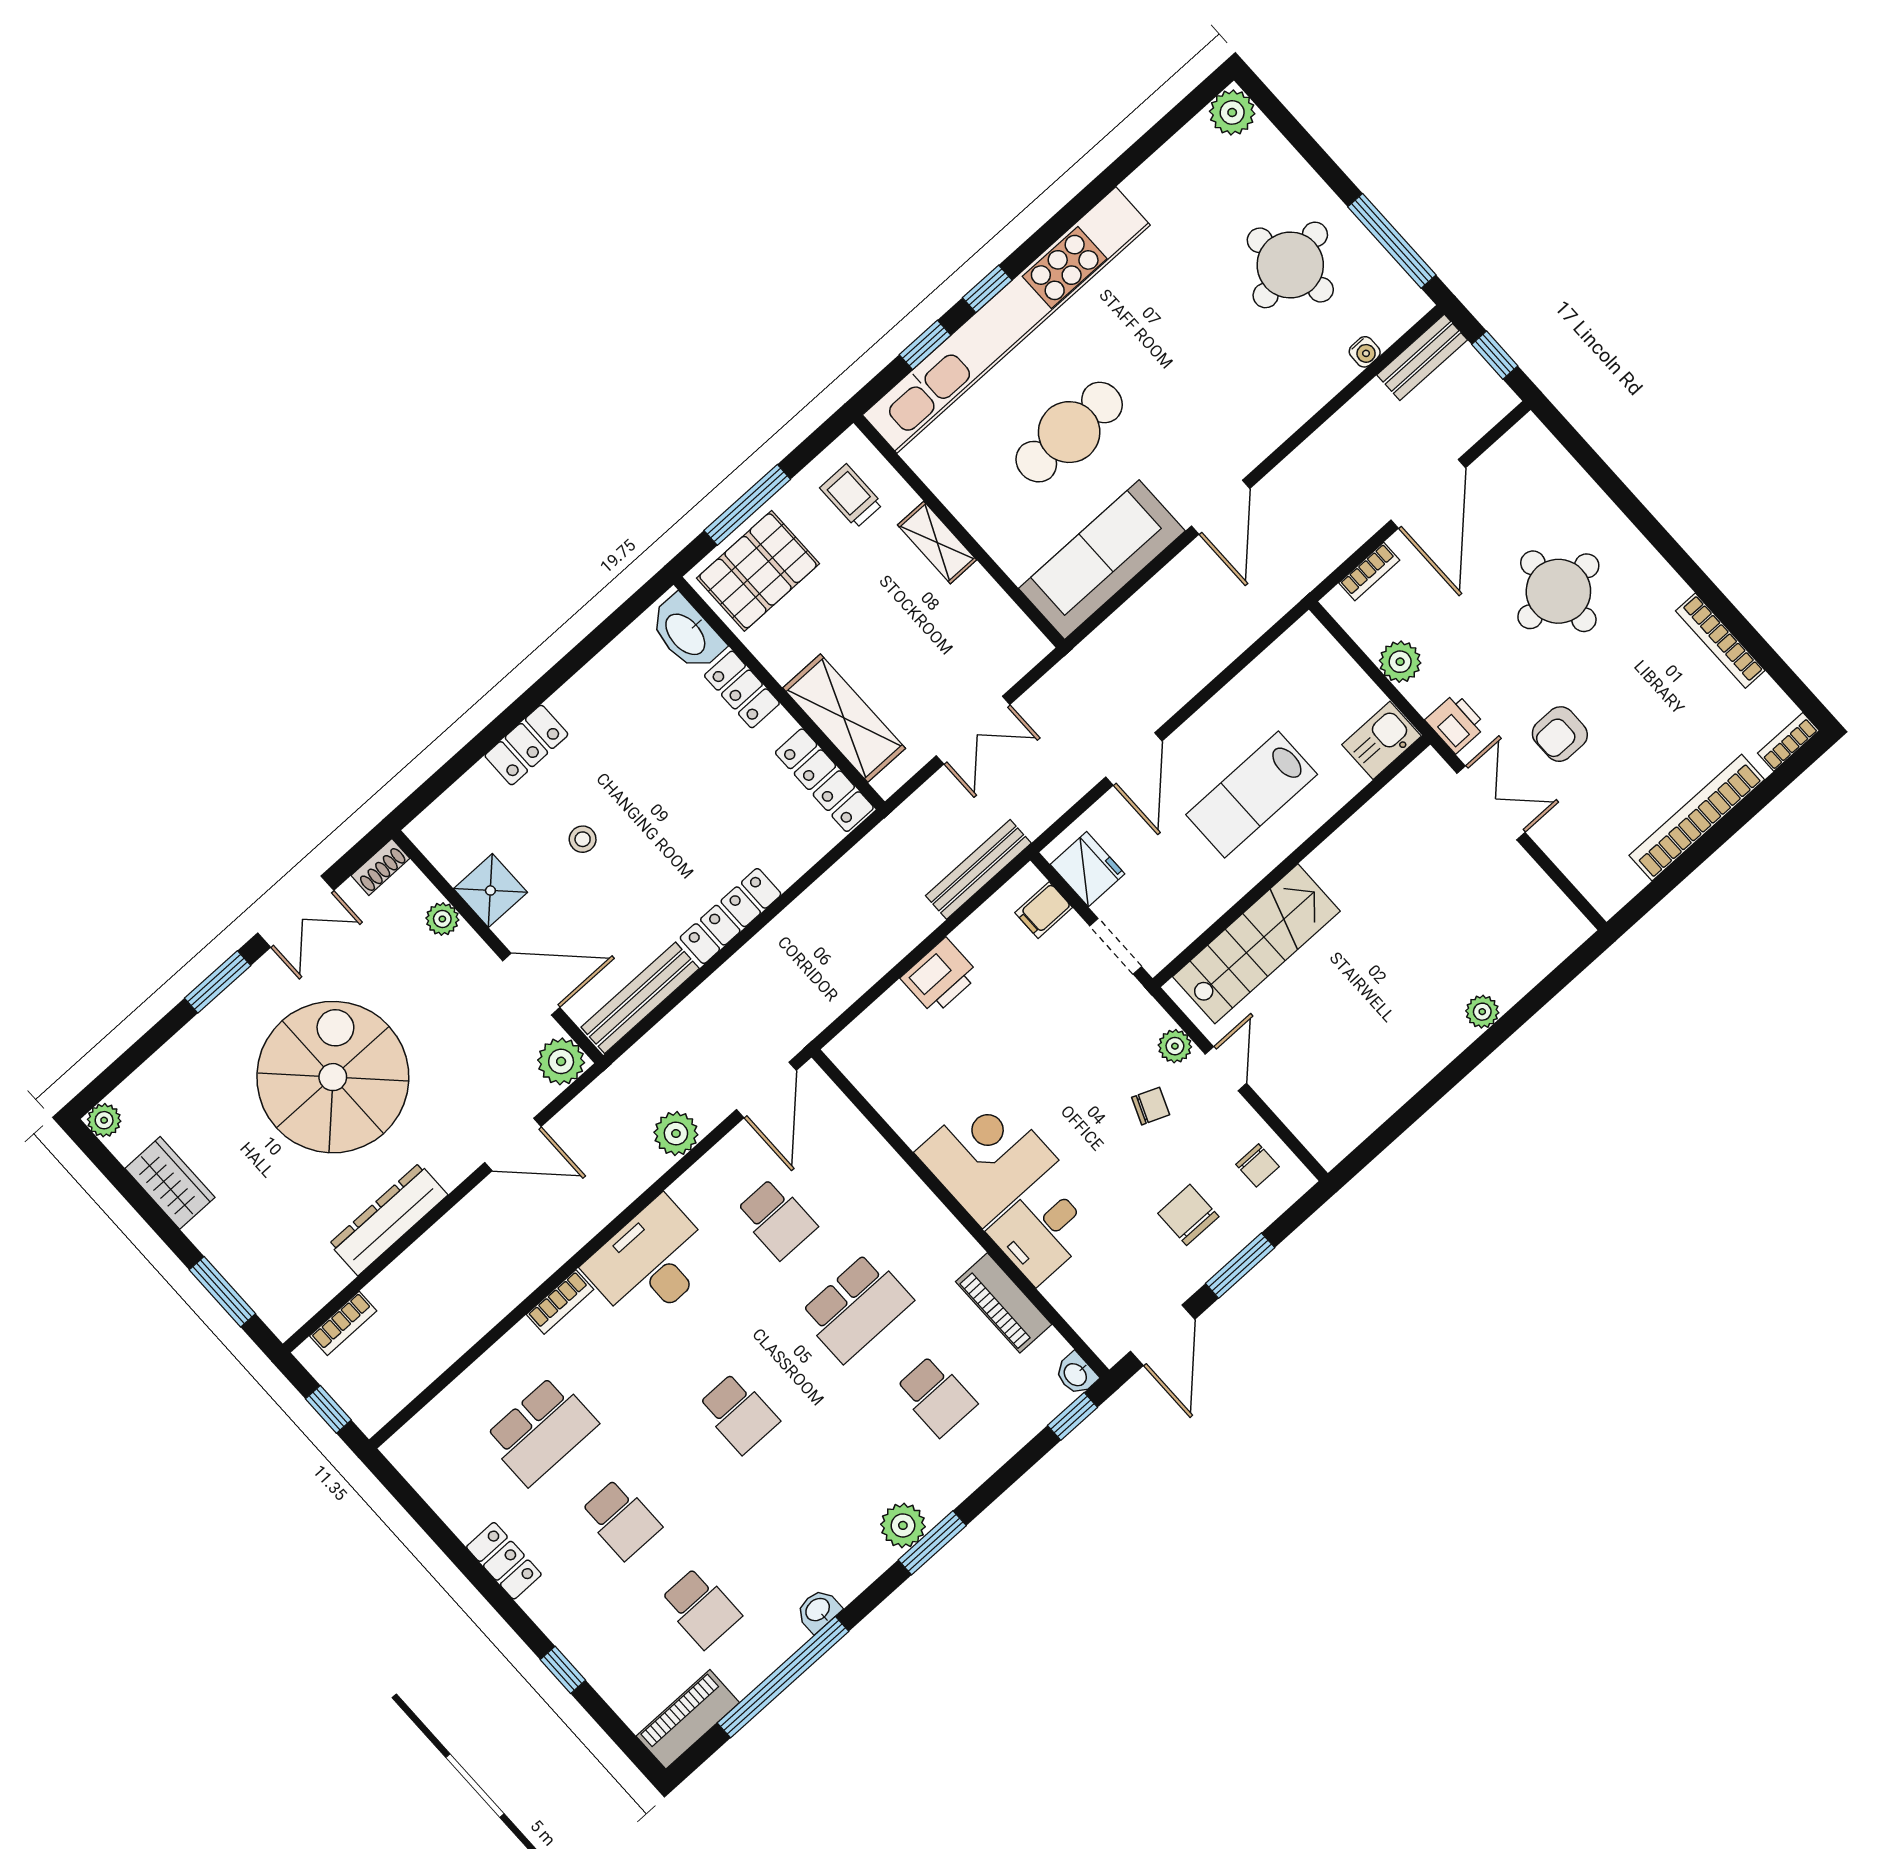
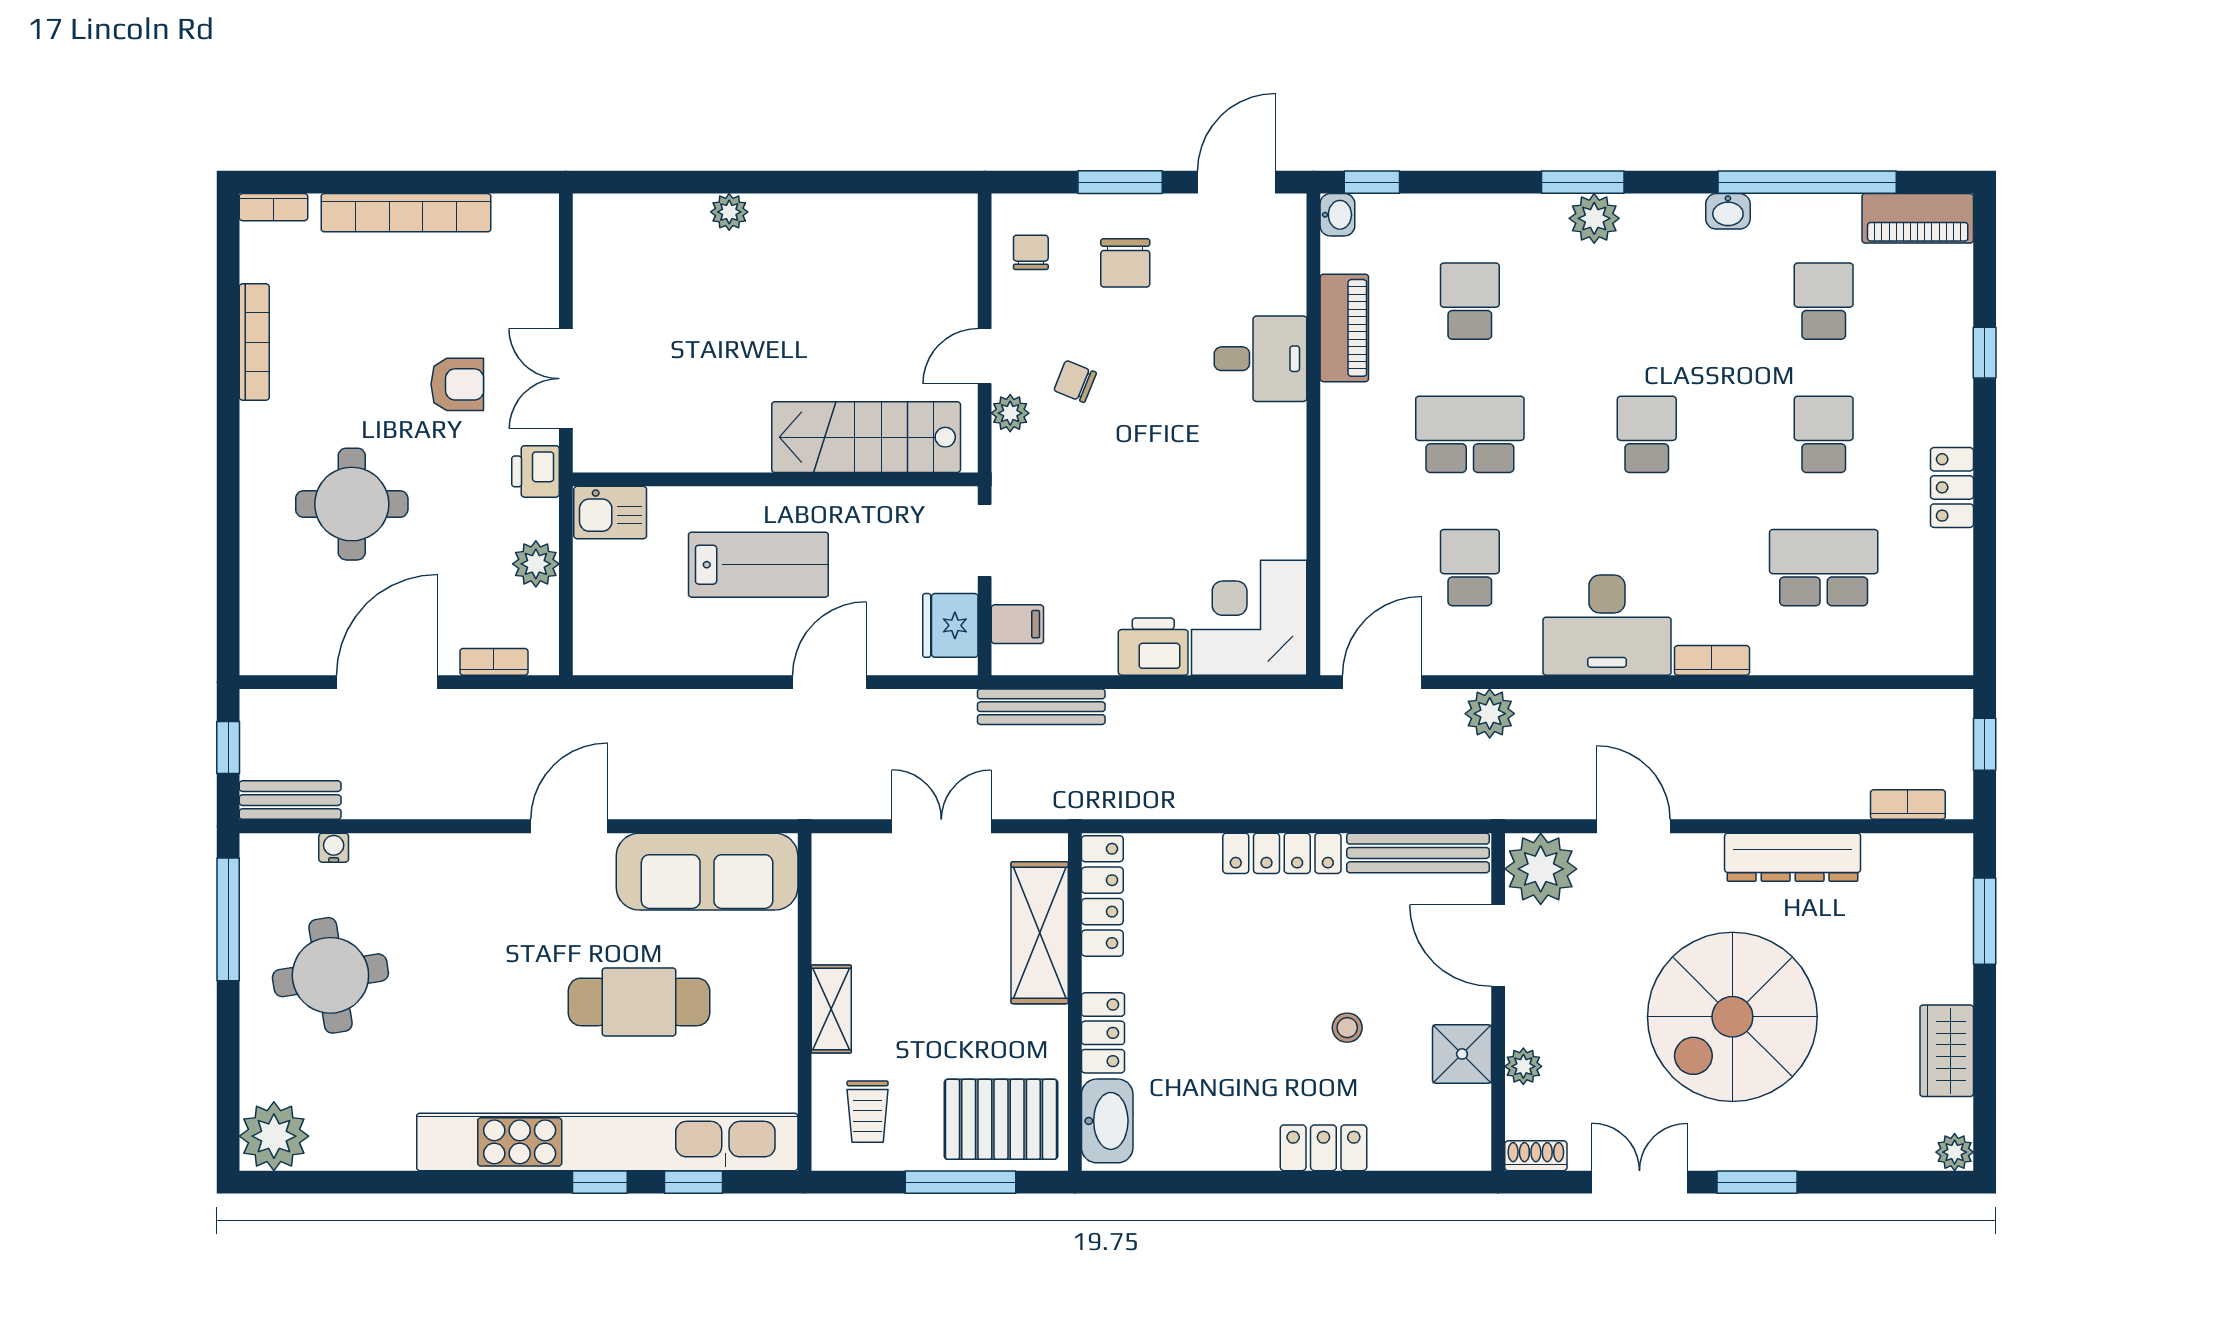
plant: (1232, 112) -> (274, 1136), width x1.36, depth x1.36
plant: (561, 1061) -> (1541, 869), width x1.36, depth x1.36
corner desk: (986, 1156) -> (1249, 618), moved, turned 90

